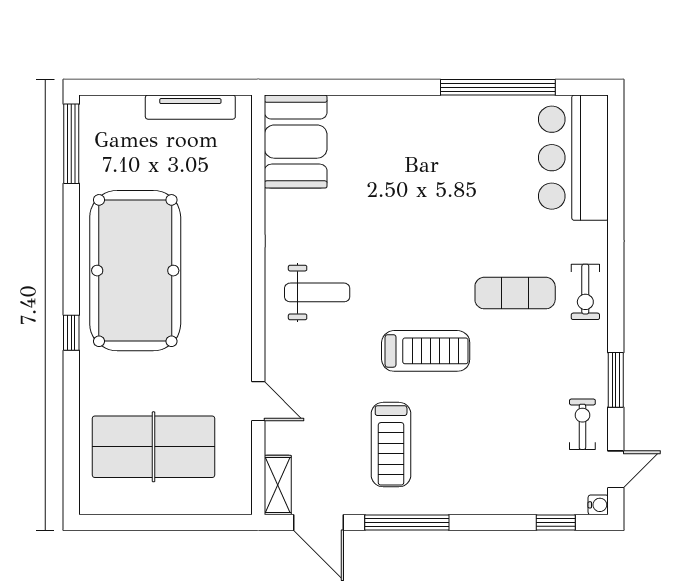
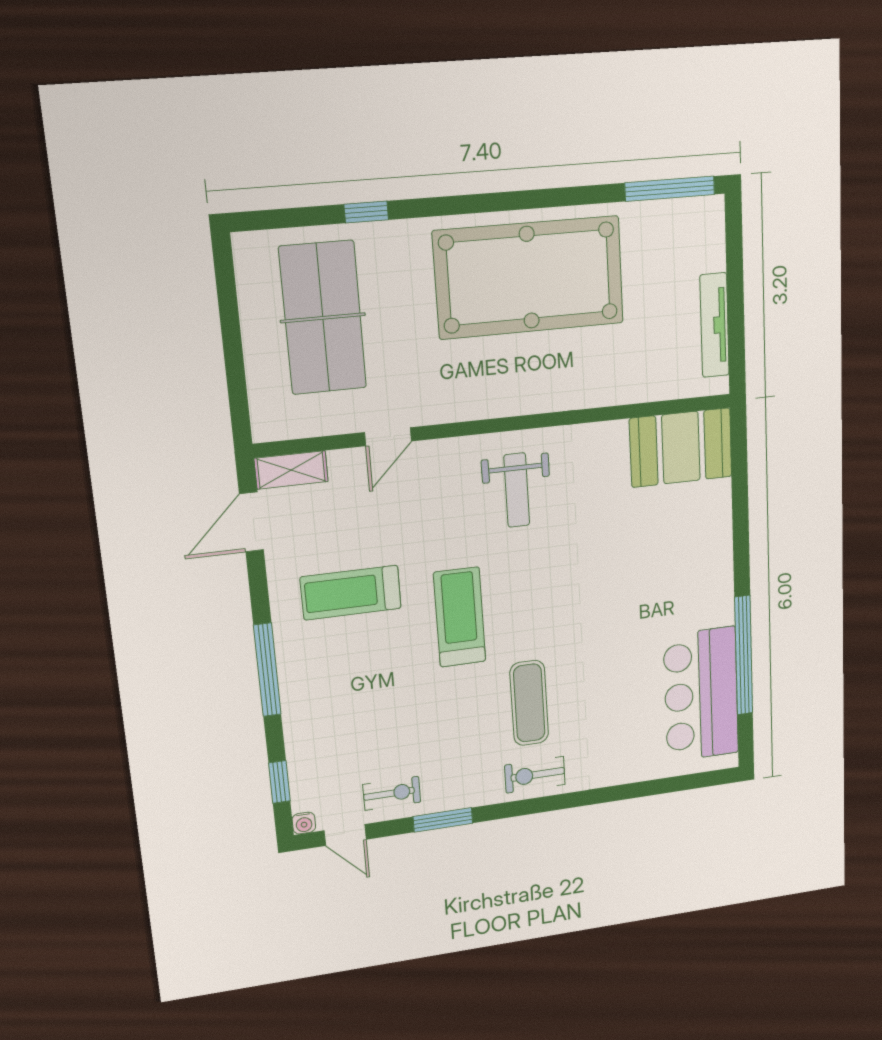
bar counter: (573, 158) -> (701, 695), moved, turned -90
window: (71, 333) -> (366, 212), moved
treadmill: (426, 351) -> (460, 617), turned 180
window: (407, 522) -> (267, 670), moved

